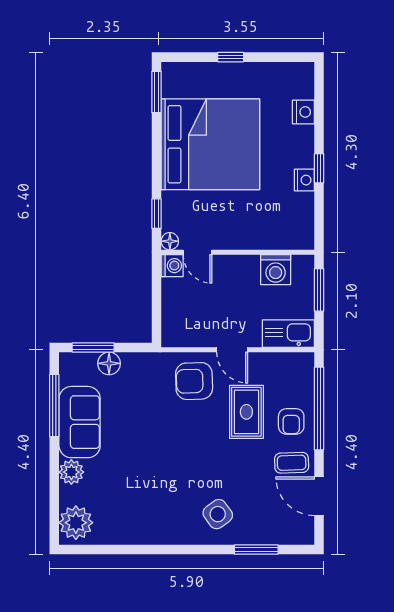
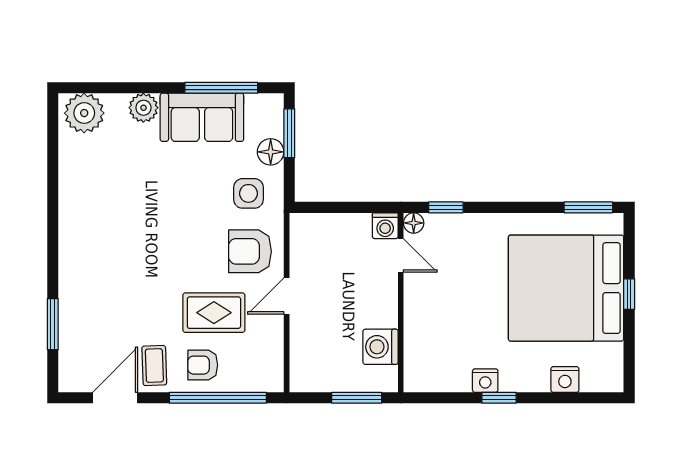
bed: (210, 144) -> (566, 288), moved, turned 90
door: (198, 252) -> (401, 255), swing flipped
kitchen sink: (288, 334) -> (305, 362), removed
armchair: (194, 381) -> (250, 251), turned -88
side table: (218, 514) -> (248, 193), moved, turned 36

